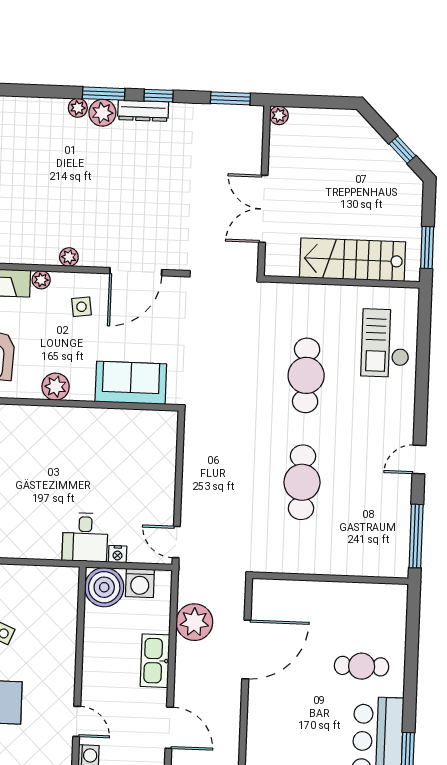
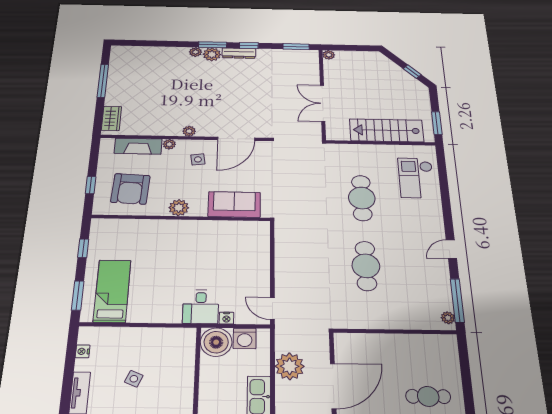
plant: (400, 561) -> (448, 318), added

